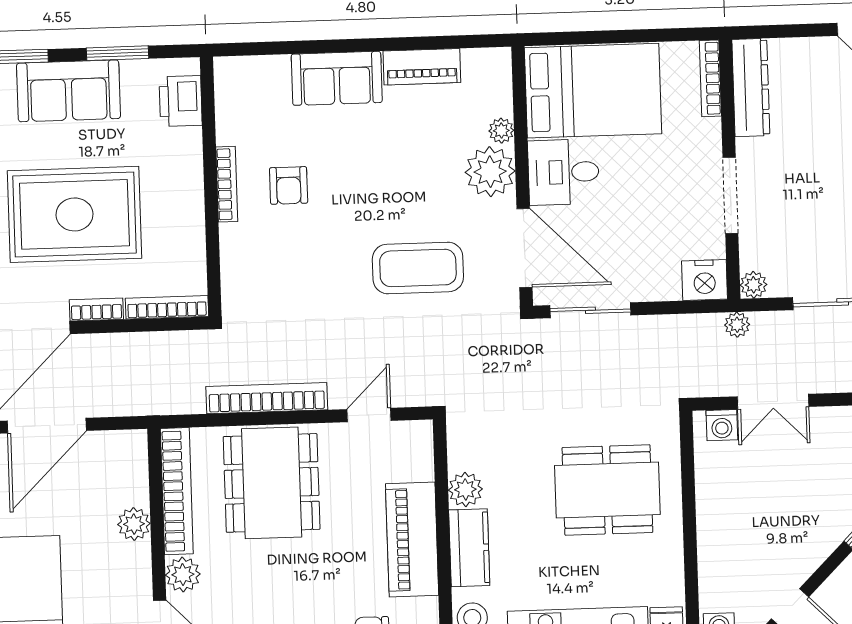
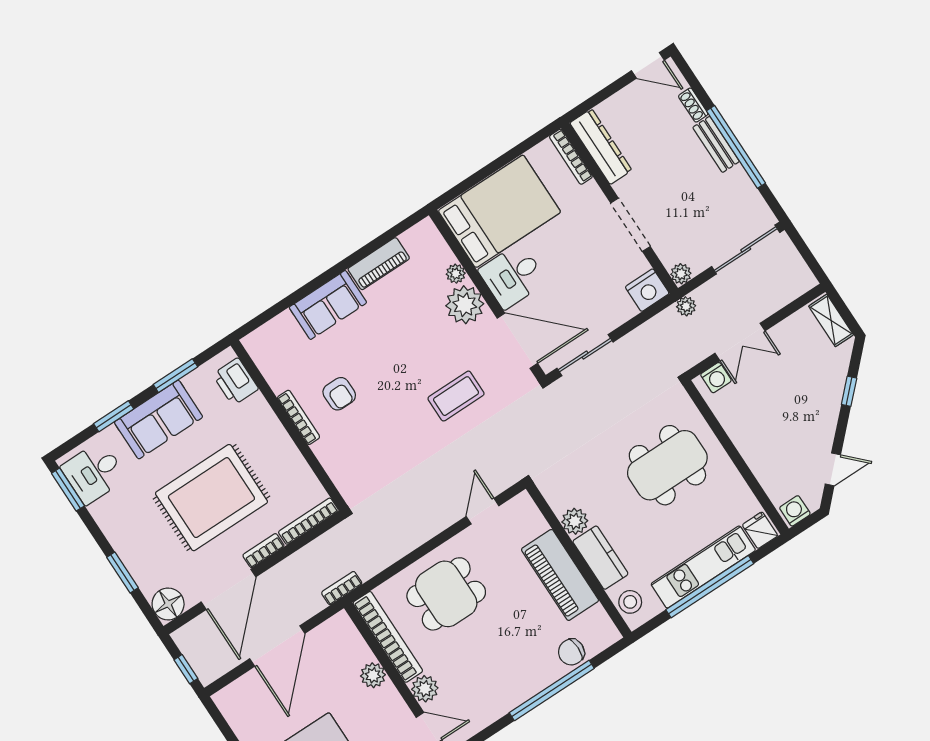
coffee table: (418, 268) -> (456, 396), width x0.73, depth x0.76
bookcase: (267, 398) -> (342, 588), moved, width x0.43, depth x0.76
dining table: (272, 483) -> (446, 594), width x0.73

